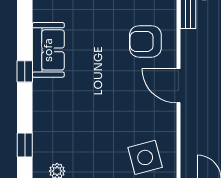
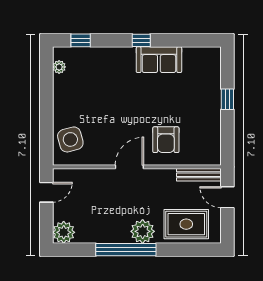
armchair: (145, 41) -> (166, 140), turned 180

